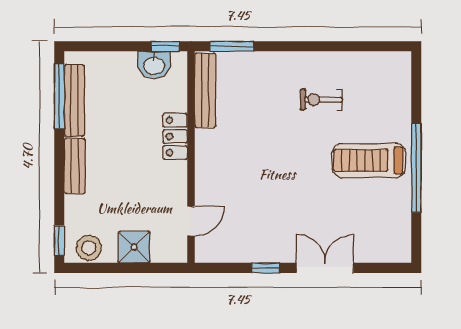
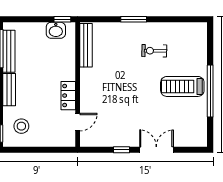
window: (232, 46) -> (134, 19), moved
locker: (175, 136) -> (68, 96), moved
shower: (134, 247) -> (44, 137), removed
stool: (89, 248) -> (21, 126), moved

